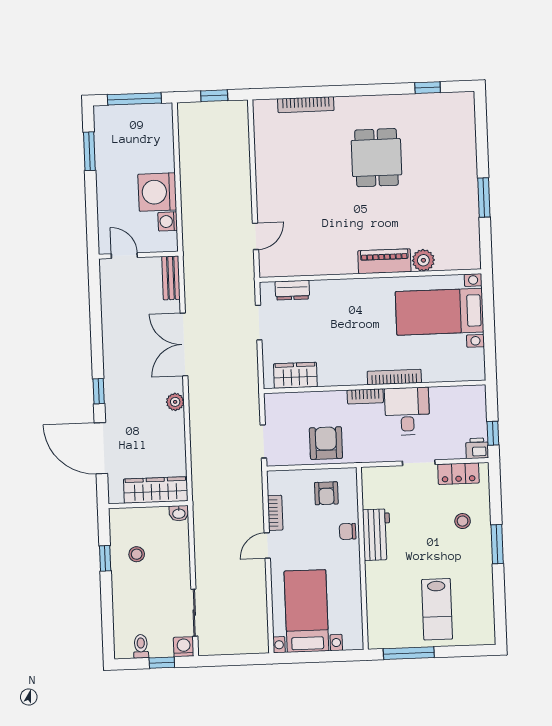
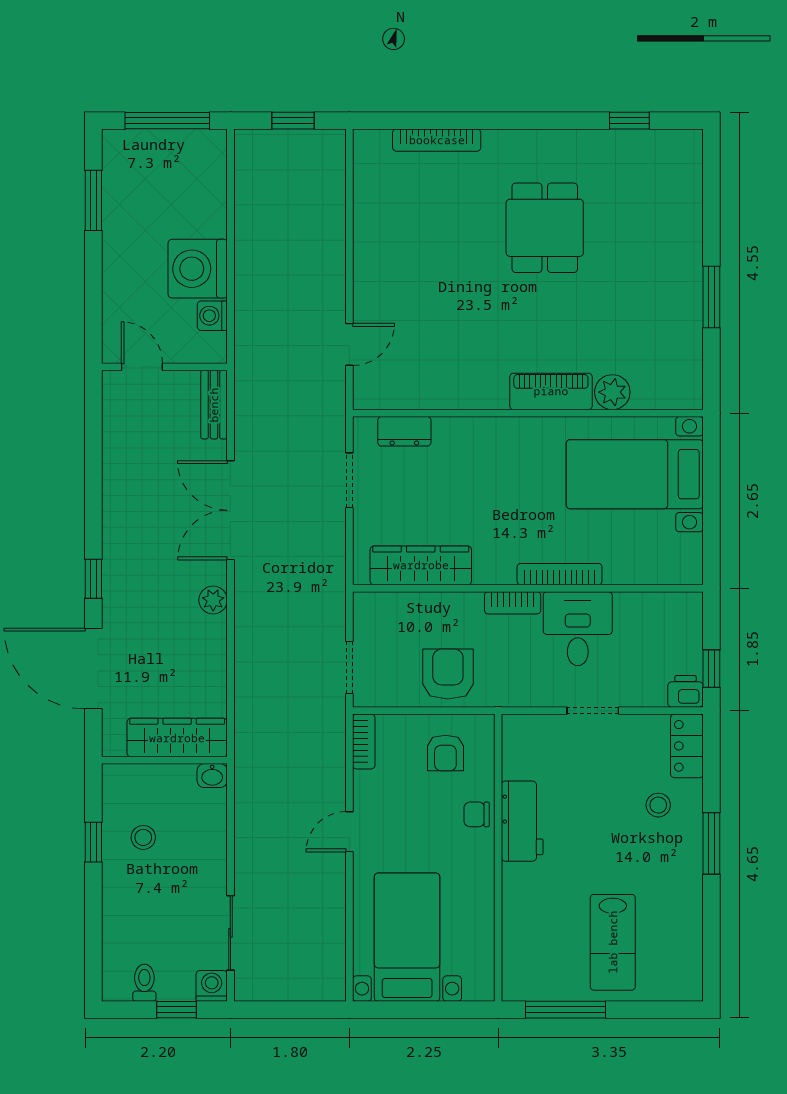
wardrobe: (295, 375) -> (421, 565), width x1.50
locker: (458, 474) -> (687, 746), moved, turned 90
bookcase: (275, 513) -> (364, 742), moved

